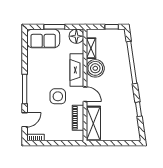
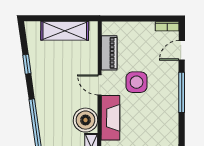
shelving: (93, 123) -> (65, 31), moved, turned 90

